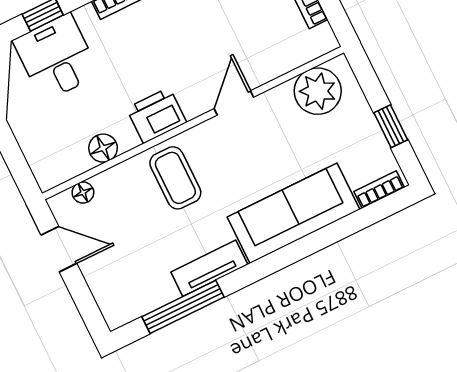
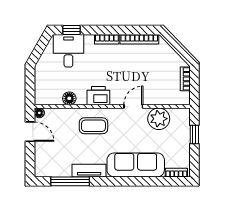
plant: (318, 91) -> (159, 119), moved
window: (391, 126) -> (194, 134), moved
coffee table: (175, 178) -> (93, 126), turned 90
floor lamp: (83, 193) -> (39, 113), moved

